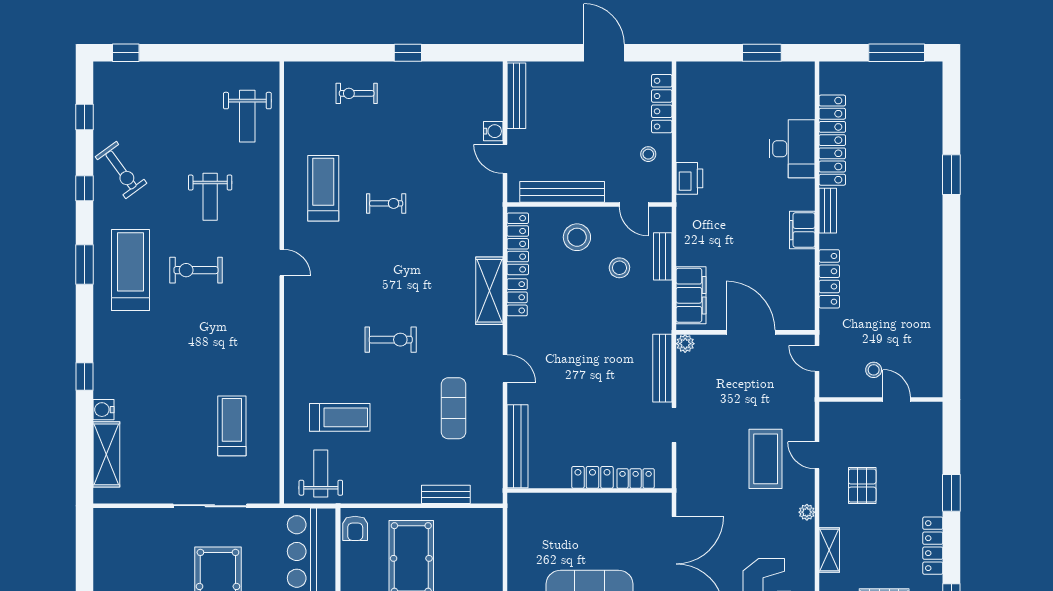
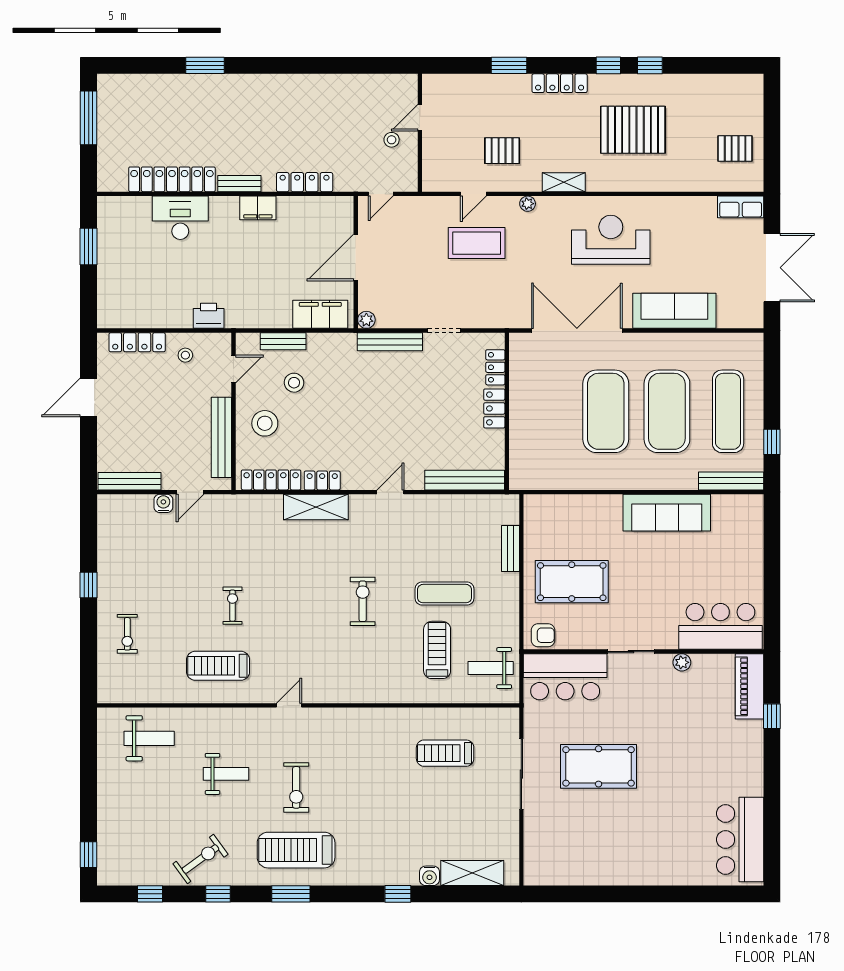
exercise mat: (453, 408) -> (445, 594), moved

